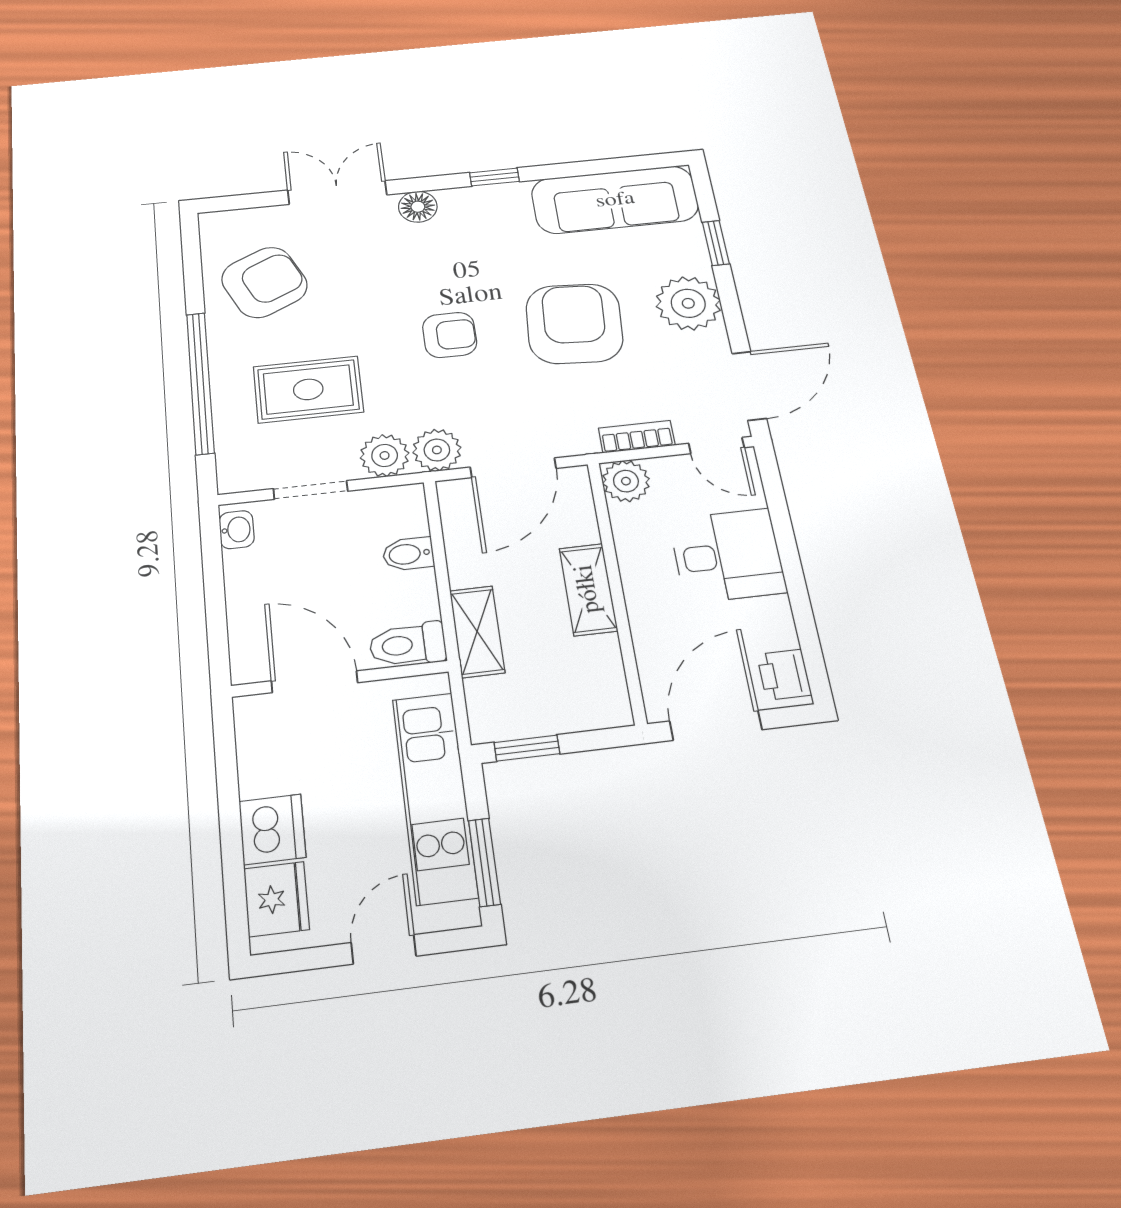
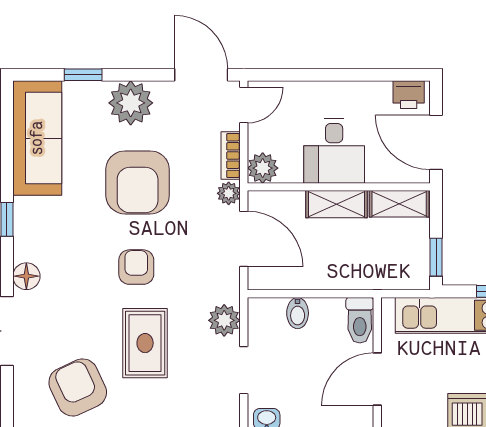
armchair: (574, 324) -> (138, 182), turned -94
rug: (308, 389) -> (145, 343), moved
plant: (437, 450) -> (229, 193), moved, width x0.73, depth x0.73
desk: (728, 556) -> (334, 151), moved, turned 180
shelving: (477, 632) -> (399, 204), moved

